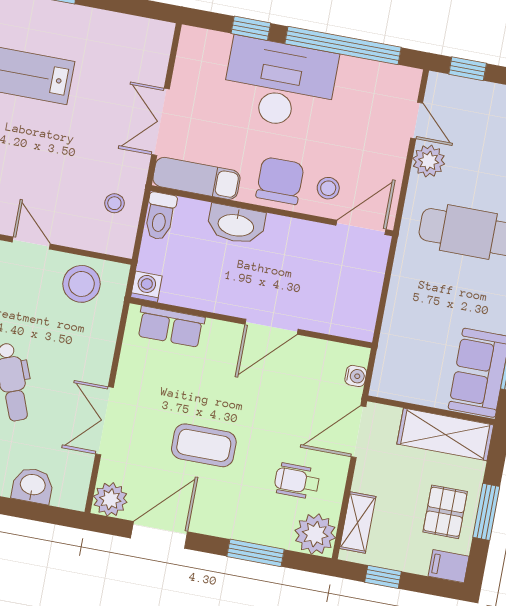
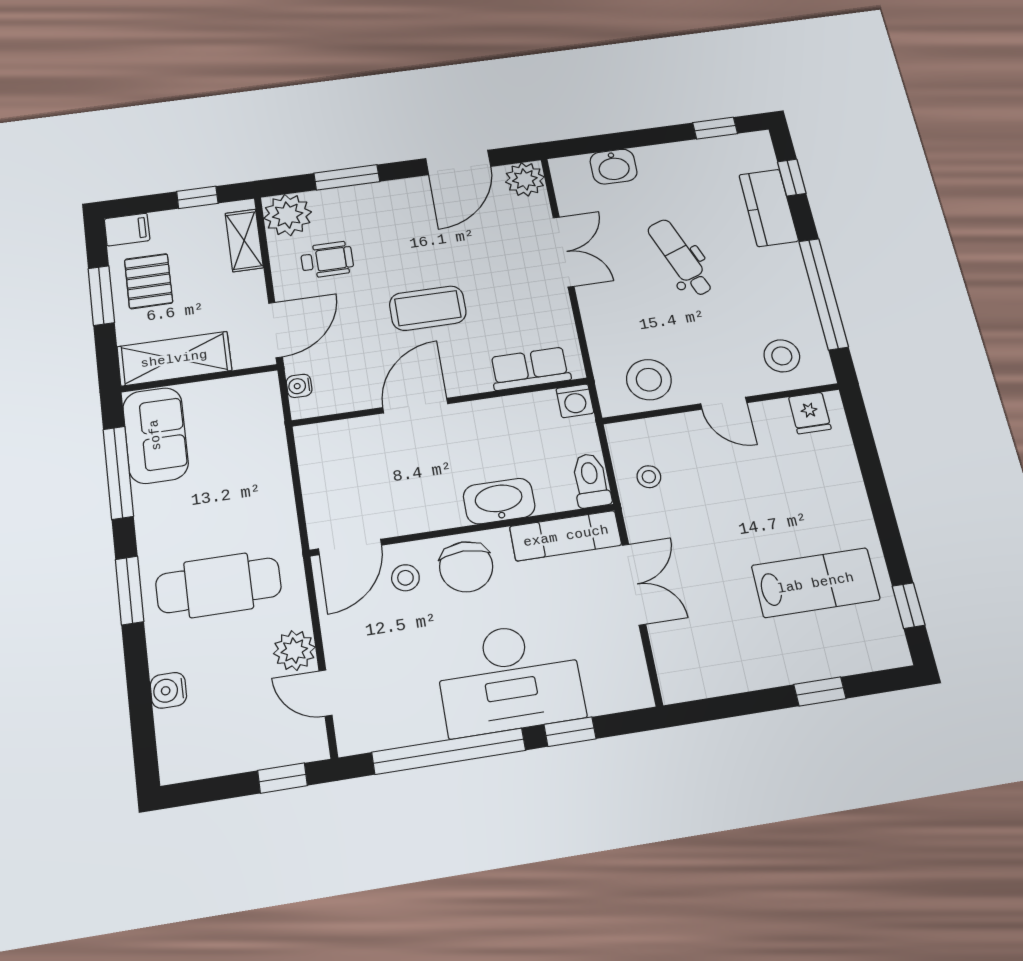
coffee table: (204, 445) -> (428, 308), moved

